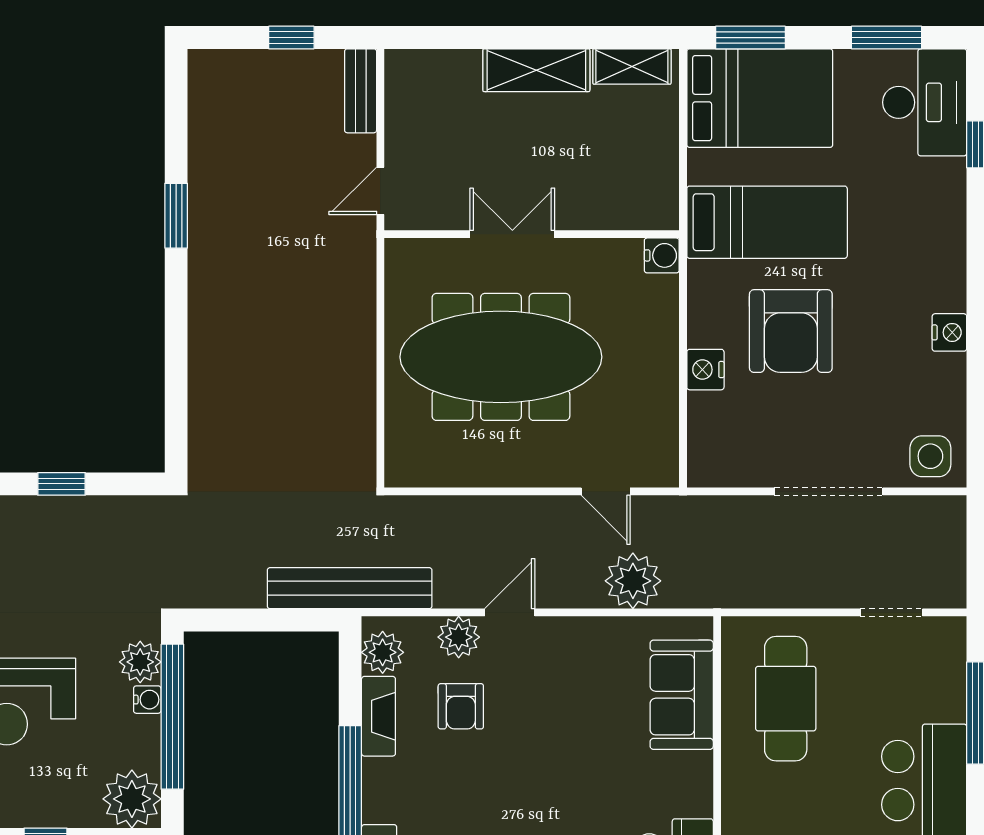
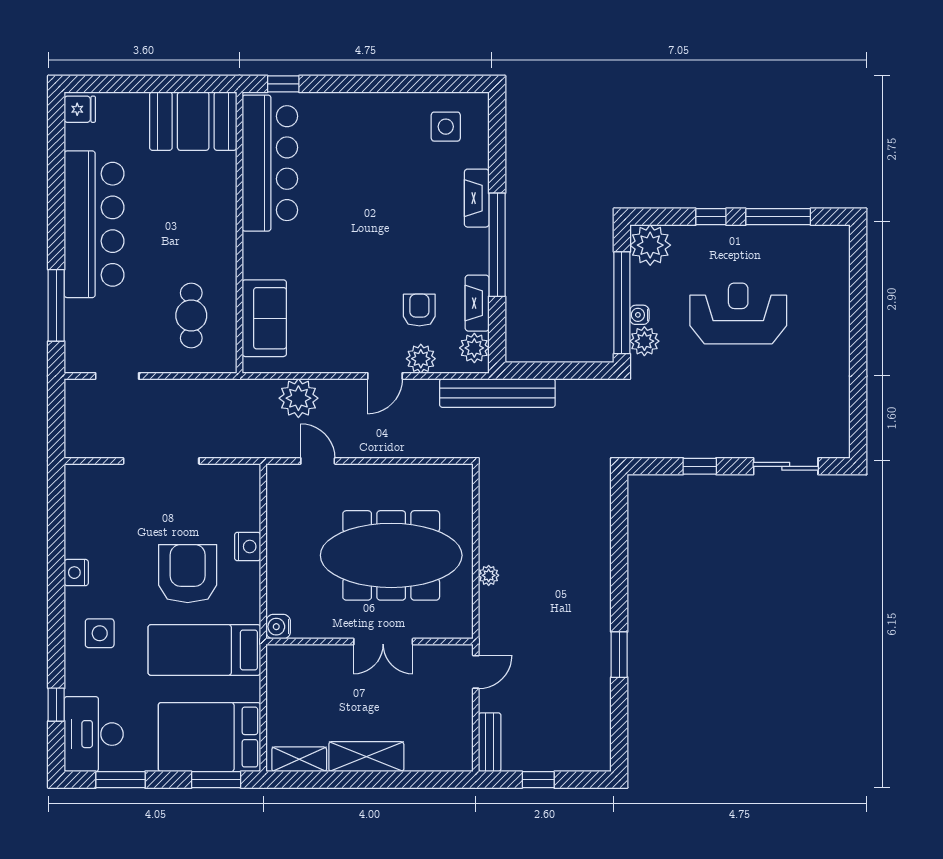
plant: (362, 328) -> (489, 575), added
side table: (930, 456) -> (100, 633), moved
cafe table: (786, 699) -> (191, 315), width x0.73, depth x0.74

